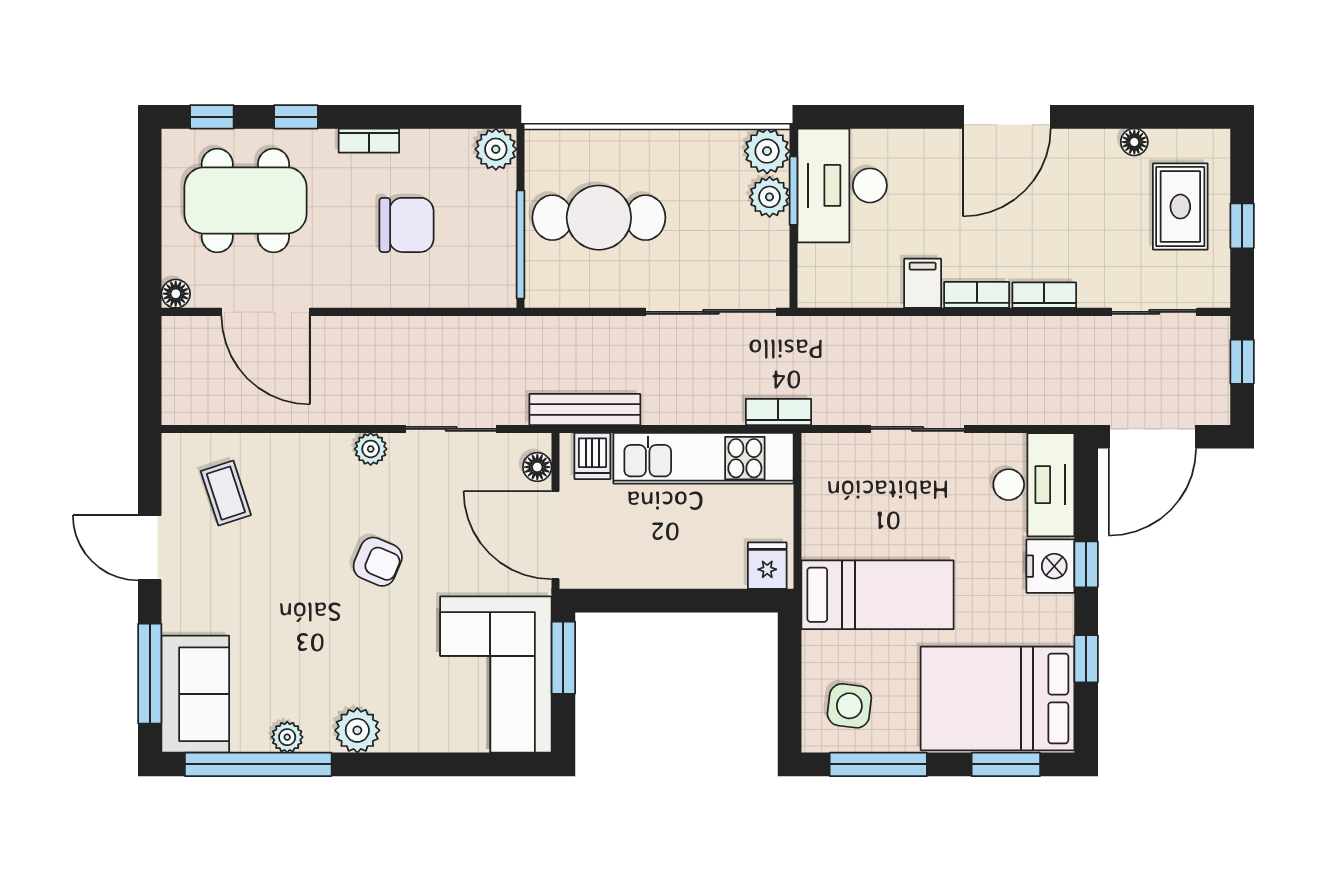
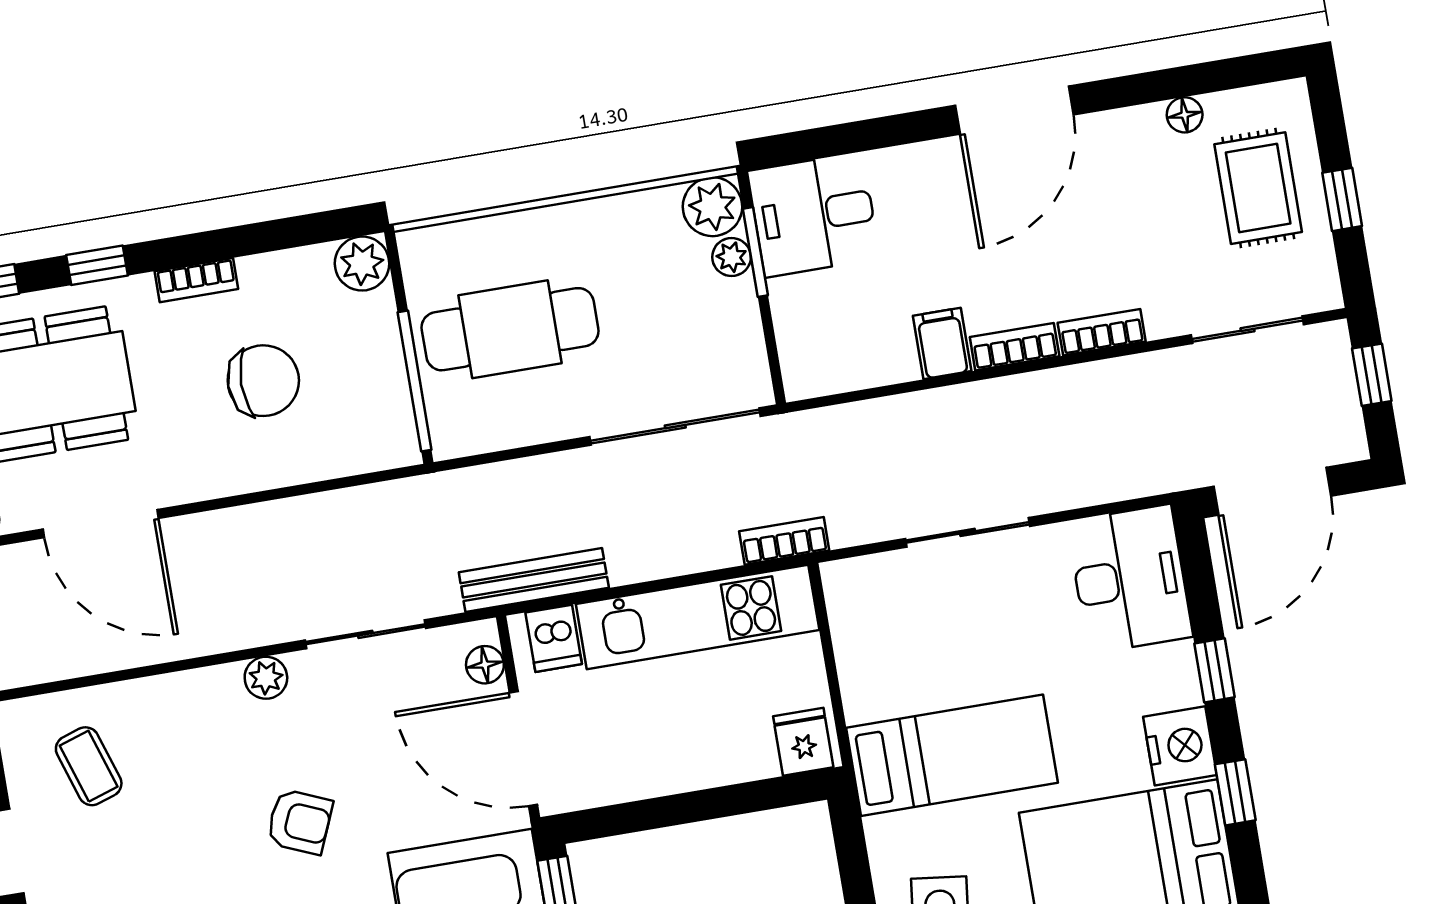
desk: (842, 185) -> (814, 215), width x0.73
plant: (770, 197) -> (732, 257), width x0.73, depth x0.73
nightstand: (1050, 566) -> (1180, 746), moved

